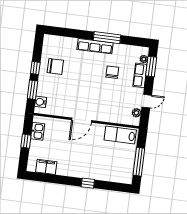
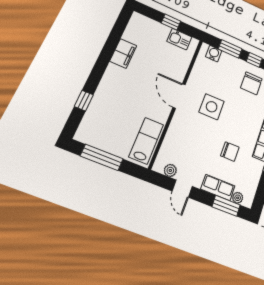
side table: (83, 94) -> (212, 107), added
filing cabinet: (46, 167) -> (123, 53), moved
window: (88, 183) -> (84, 101), moved

